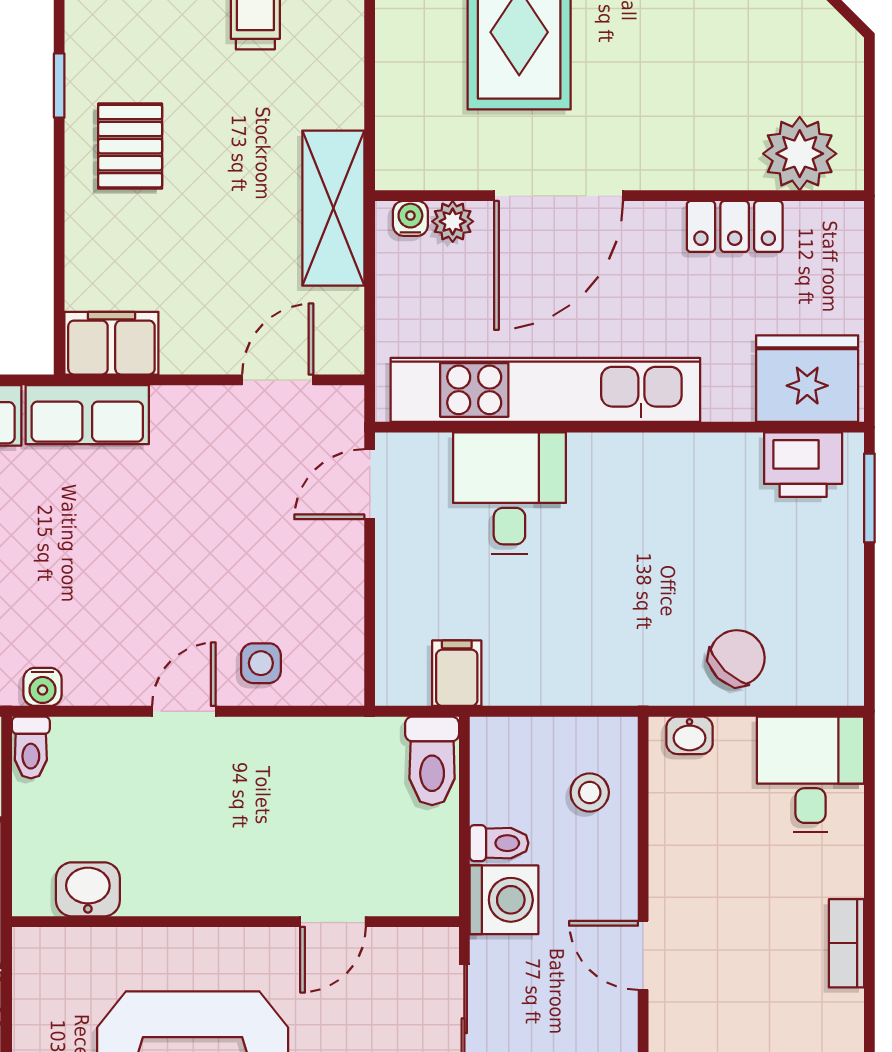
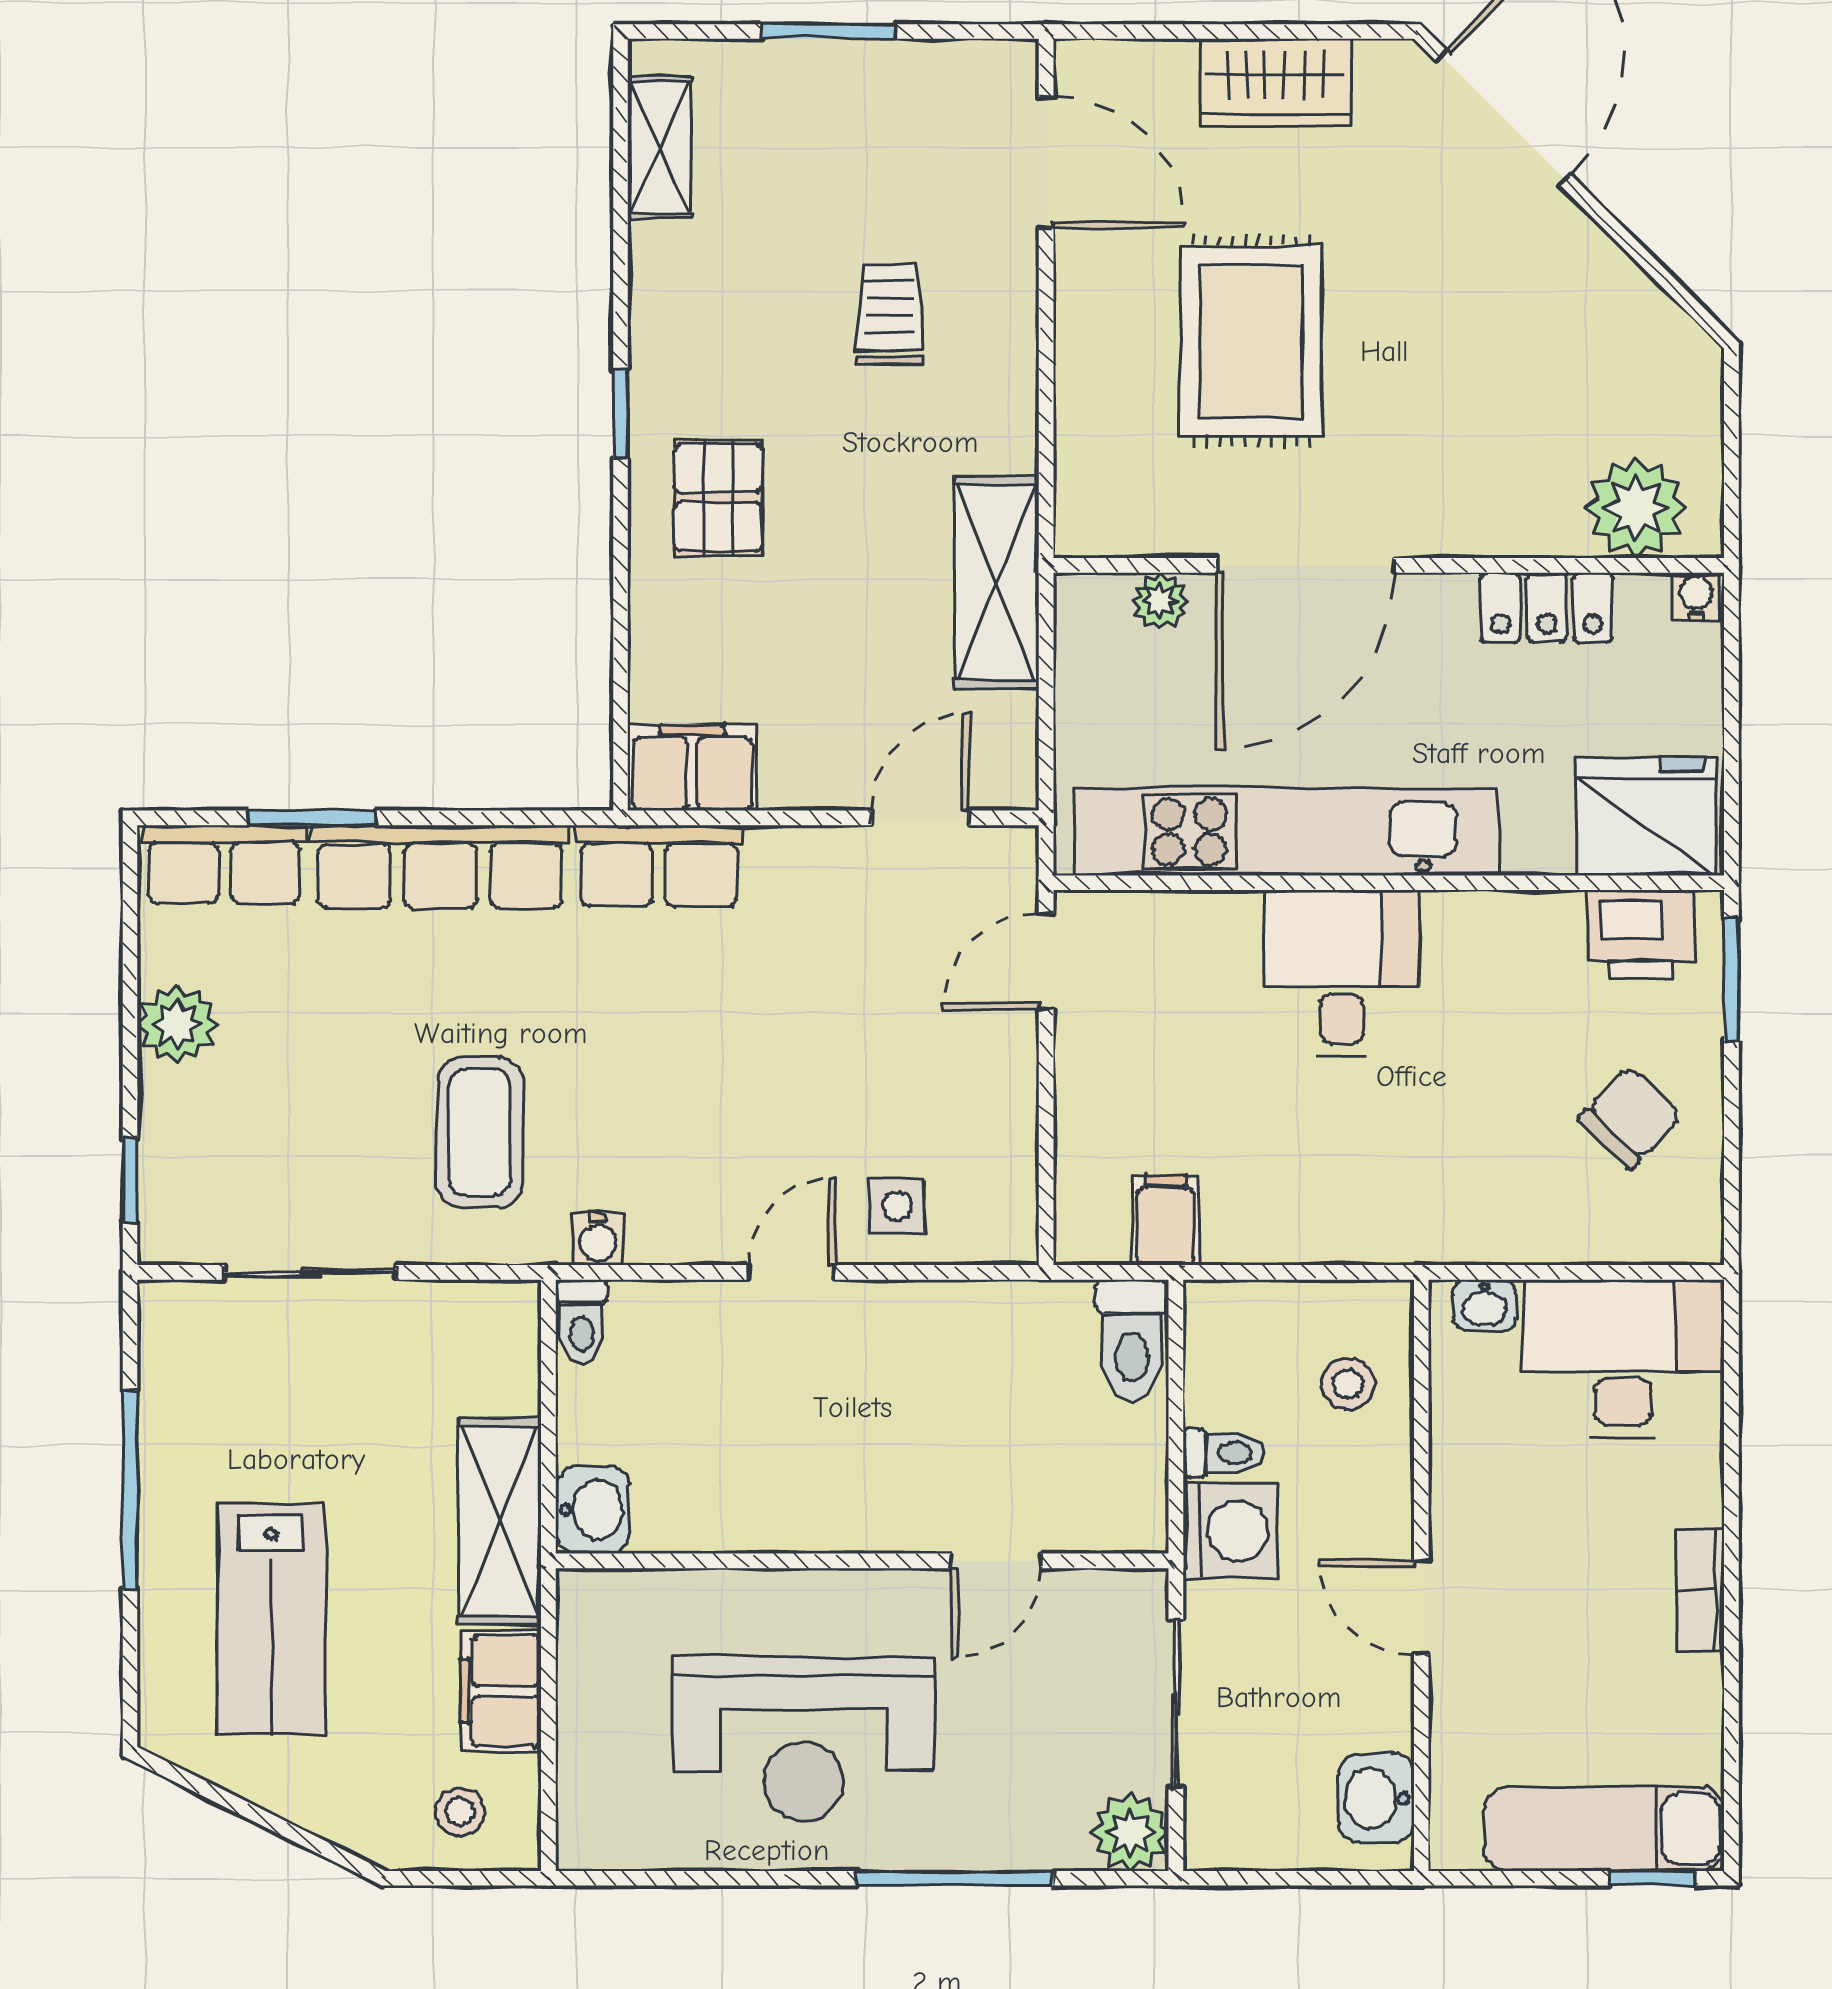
water cooler: (410, 218) -> (1696, 596), moved
desk: (509, 493) -> (1342, 973), moved
chair: (737, 658) -> (1630, 1117), moved
desk: (811, 774) -> (1623, 1359), width x1.37
washbasin: (88, 889) -> (593, 1510), moved, turned 90

